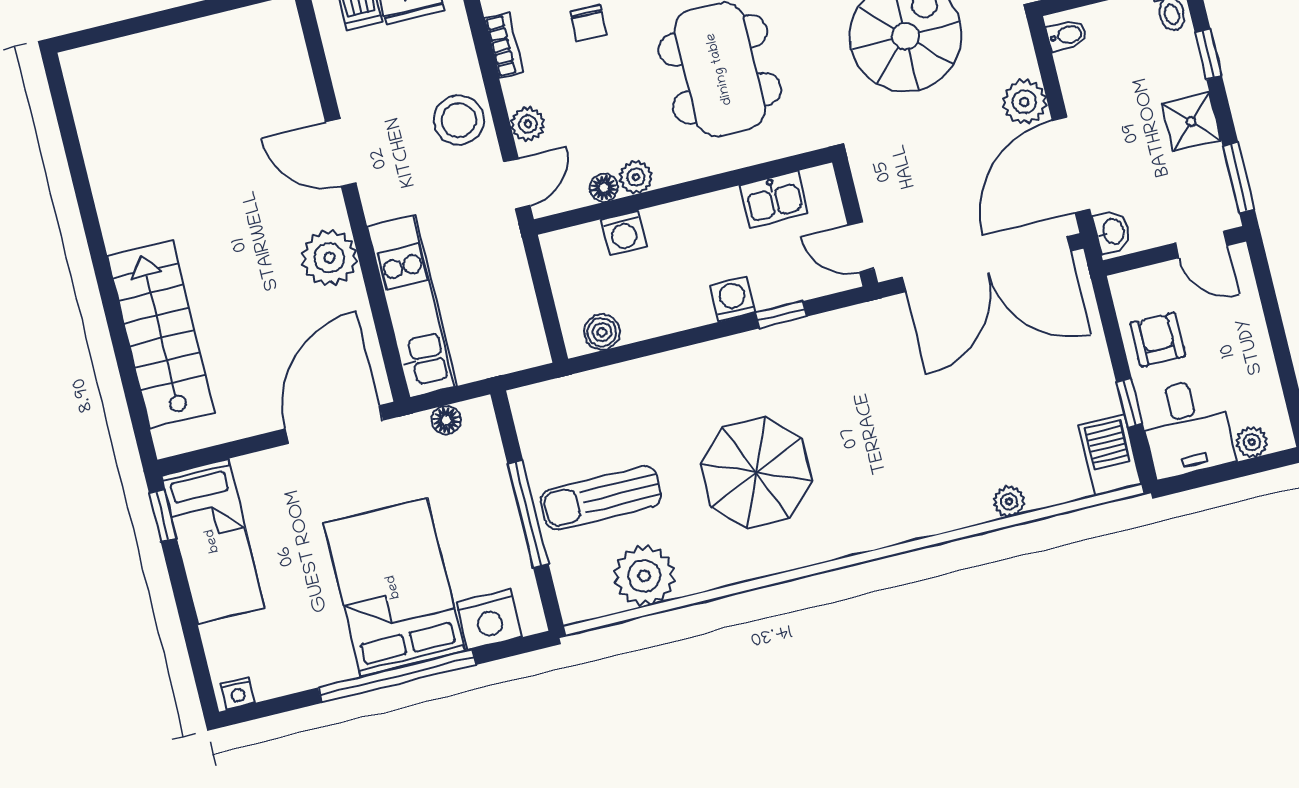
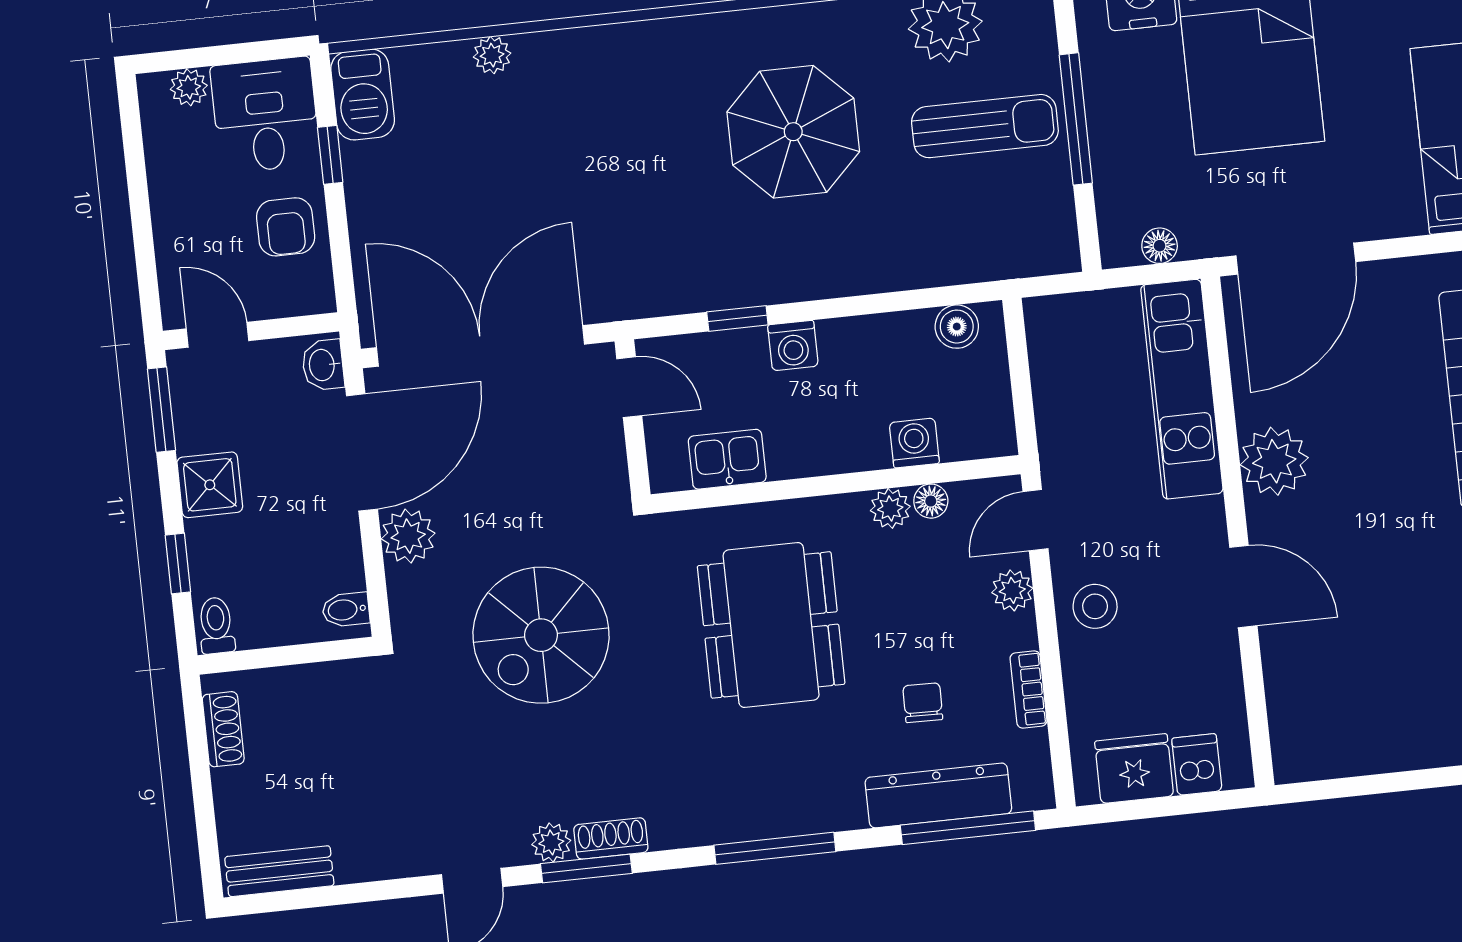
stool: (459, 120) -> (1095, 606), width x0.73, depth x0.73

